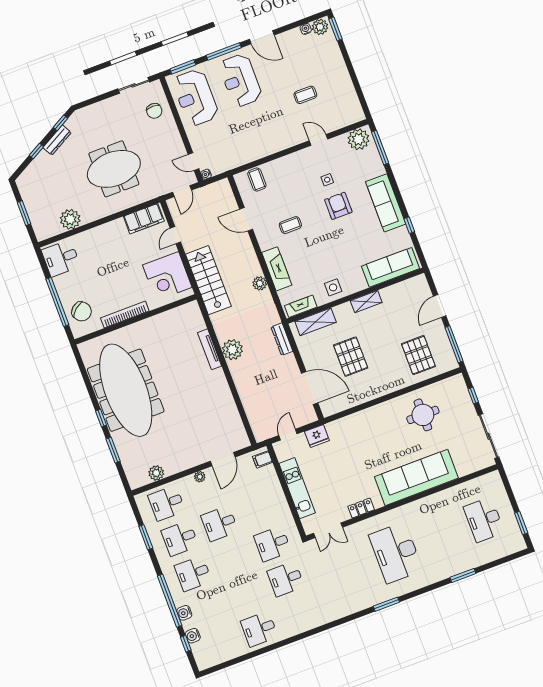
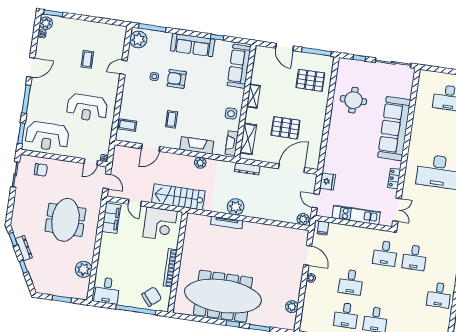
reception desk: (240, 80) -> (87, 108), moved
plant: (260, 432) -> (303, 219), added
desk: (167, 503) -> (317, 311), removed

